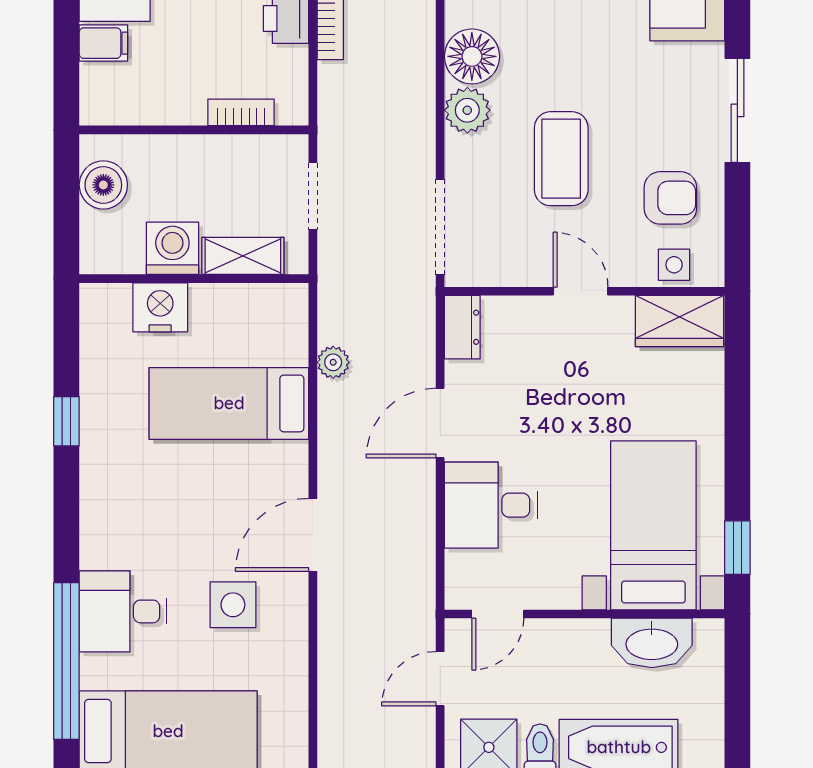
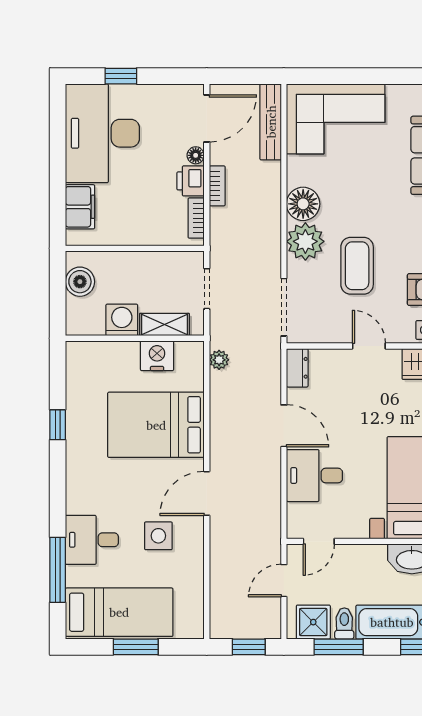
filing cabinet: (103, 43) -> (80, 207), width x2.00
plant: (467, 110) -> (305, 241), width x1.36, depth x1.36
bookcase: (241, 112) -> (196, 218), moved, turned -90
nightstand: (160, 307) -> (157, 356), moved
plant: (333, 362) -> (219, 360), moved
bed: (229, 403) -> (156, 425), width x1.50
door: (440, 423) -> (284, 426), swing flipped
window: (66, 661) -> (58, 570), width x0.68

